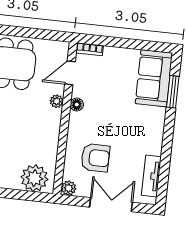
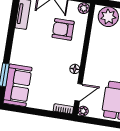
plant: (57, 101) -> (83, 111), moved

